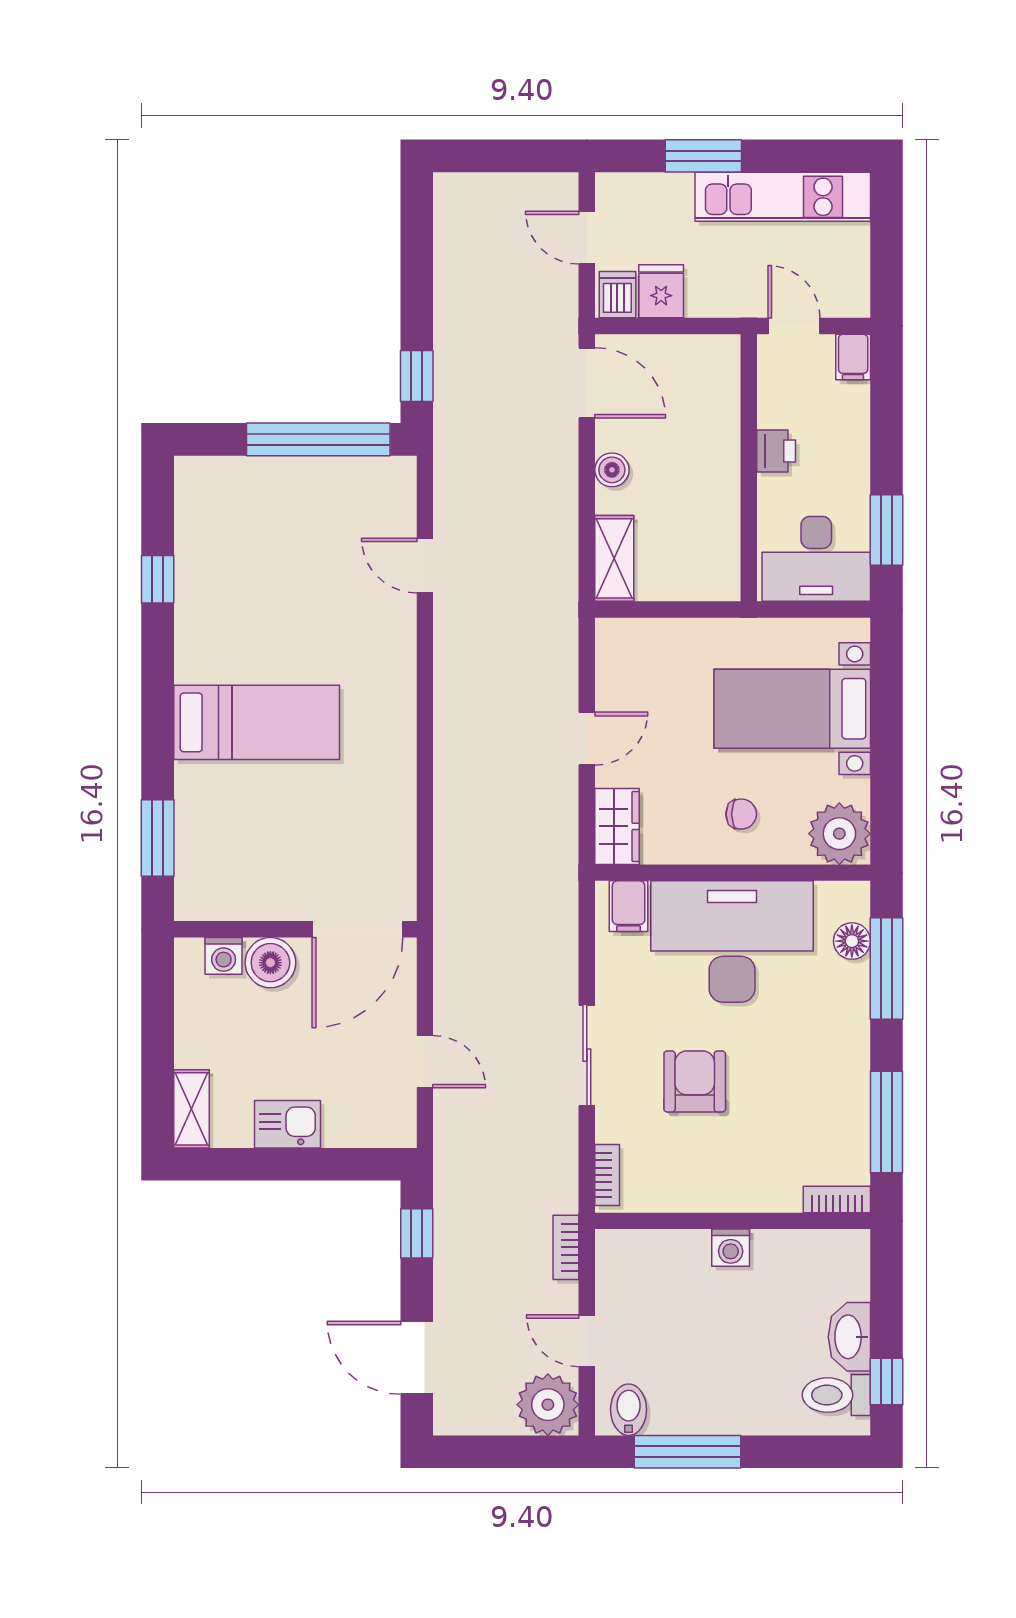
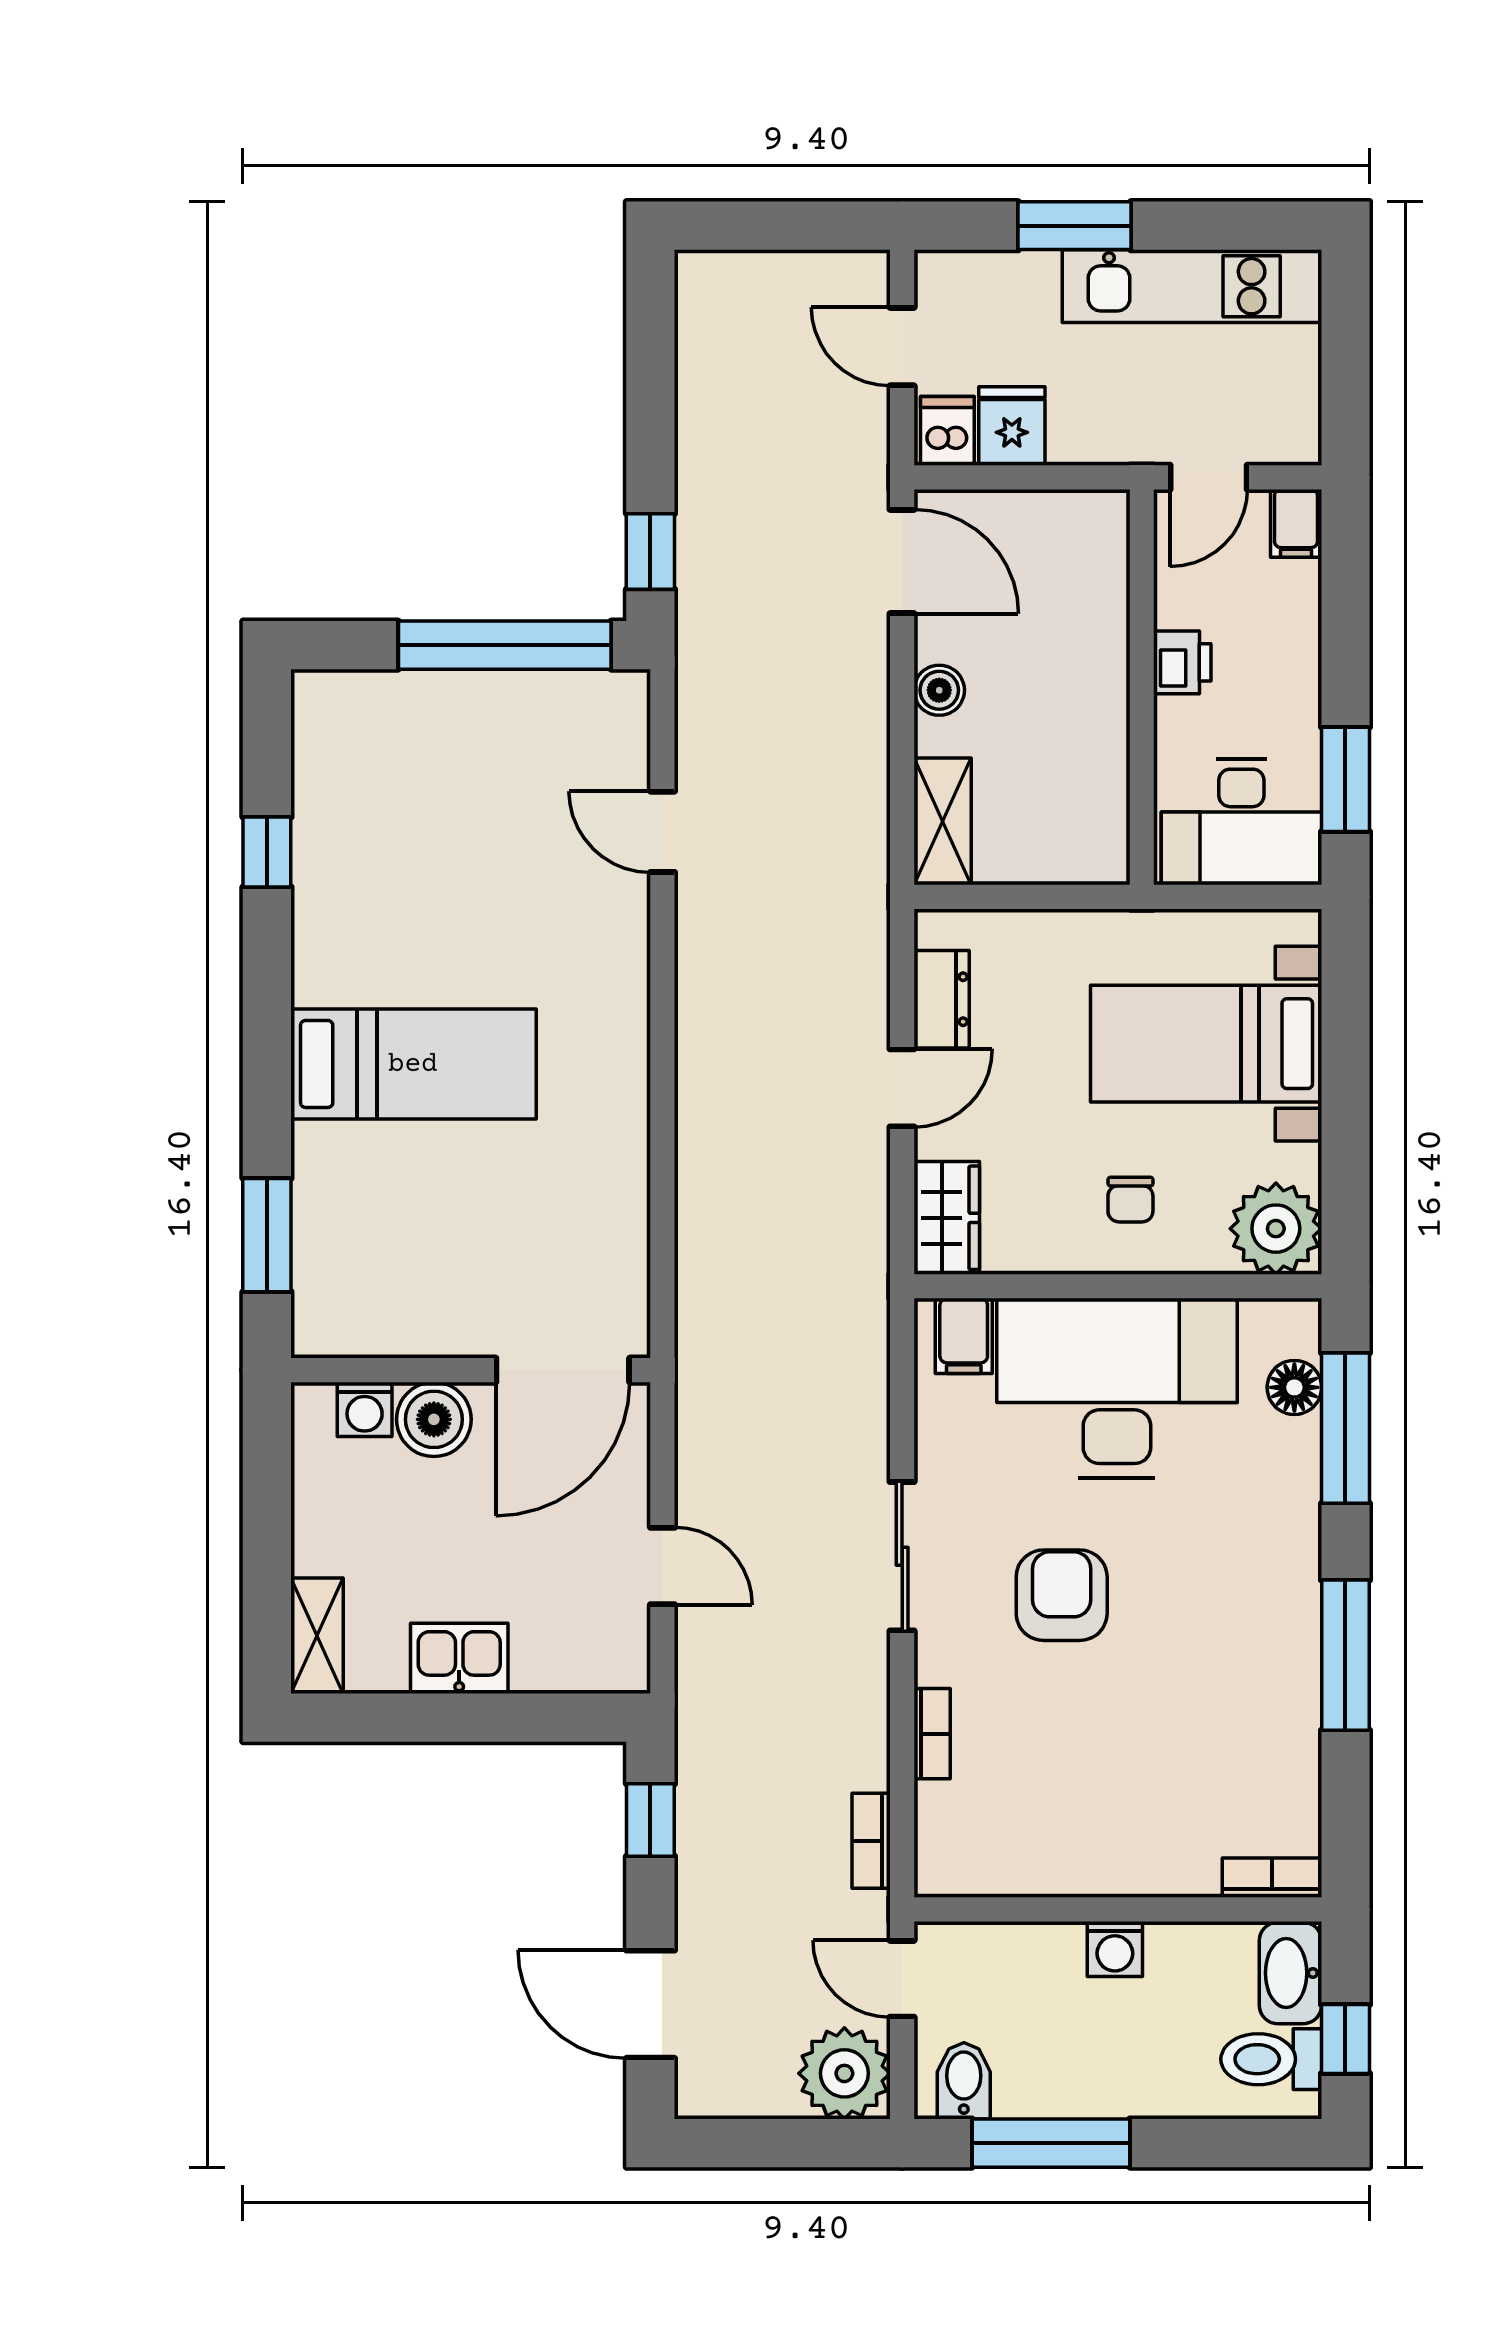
door: (794, 326) -> (1209, 477), swing flipped
dresser: (614, 679) -> (942, 999), added
chair: (741, 814) -> (1130, 1200), turned 90
bookcase: (837, 1199) -> (1272, 1878), moved
wall: (733, 1221) -> (1118, 1909), moved
washing machine: (731, 1248) -> (1115, 1949), moved

